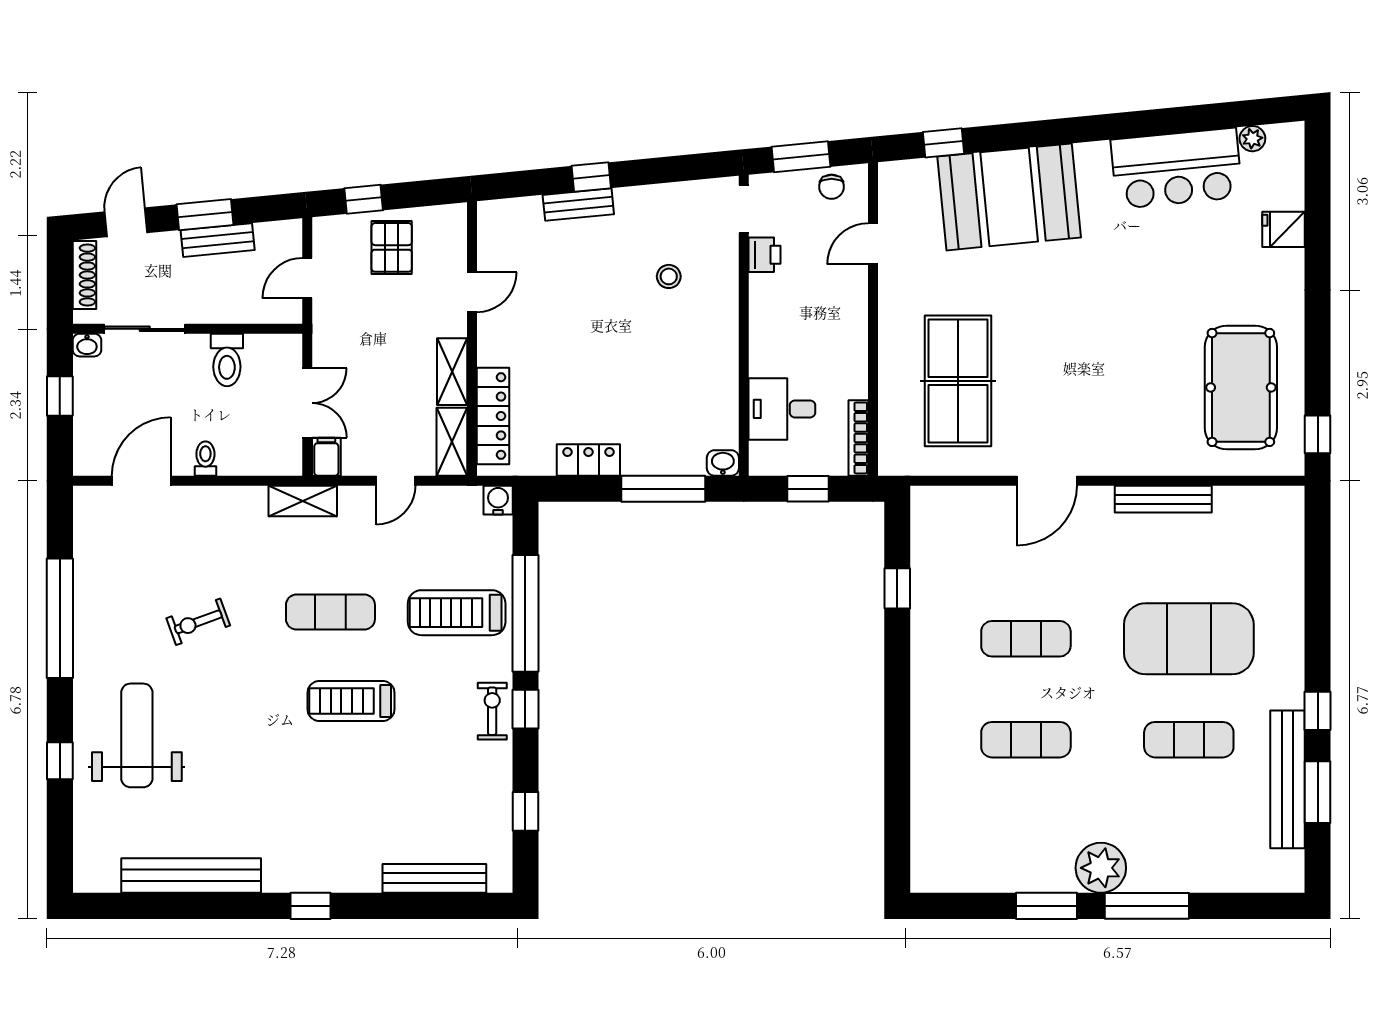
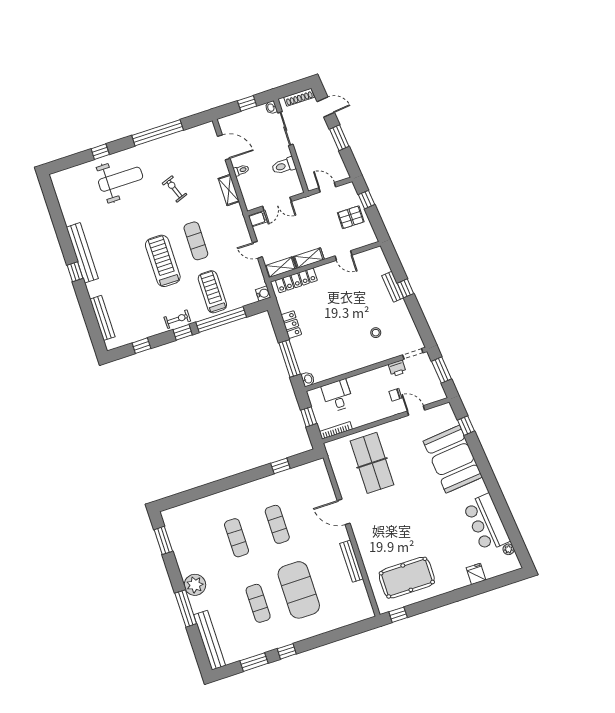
chair: (832, 187) -> (395, 395), moved
bench: (218, 240) -> (331, 146), removed
table tennis table: (958, 381) -> (372, 463), turned 90
shelving: (303, 501) -> (229, 190), moved
treadmill: (351, 701) -> (163, 261), width x1.37, depth x1.38
bench: (1287, 779) -> (210, 640), moved, turned 90
bench: (191, 876) -> (82, 253), moved
window: (1047, 906) -> (163, 540), moved

